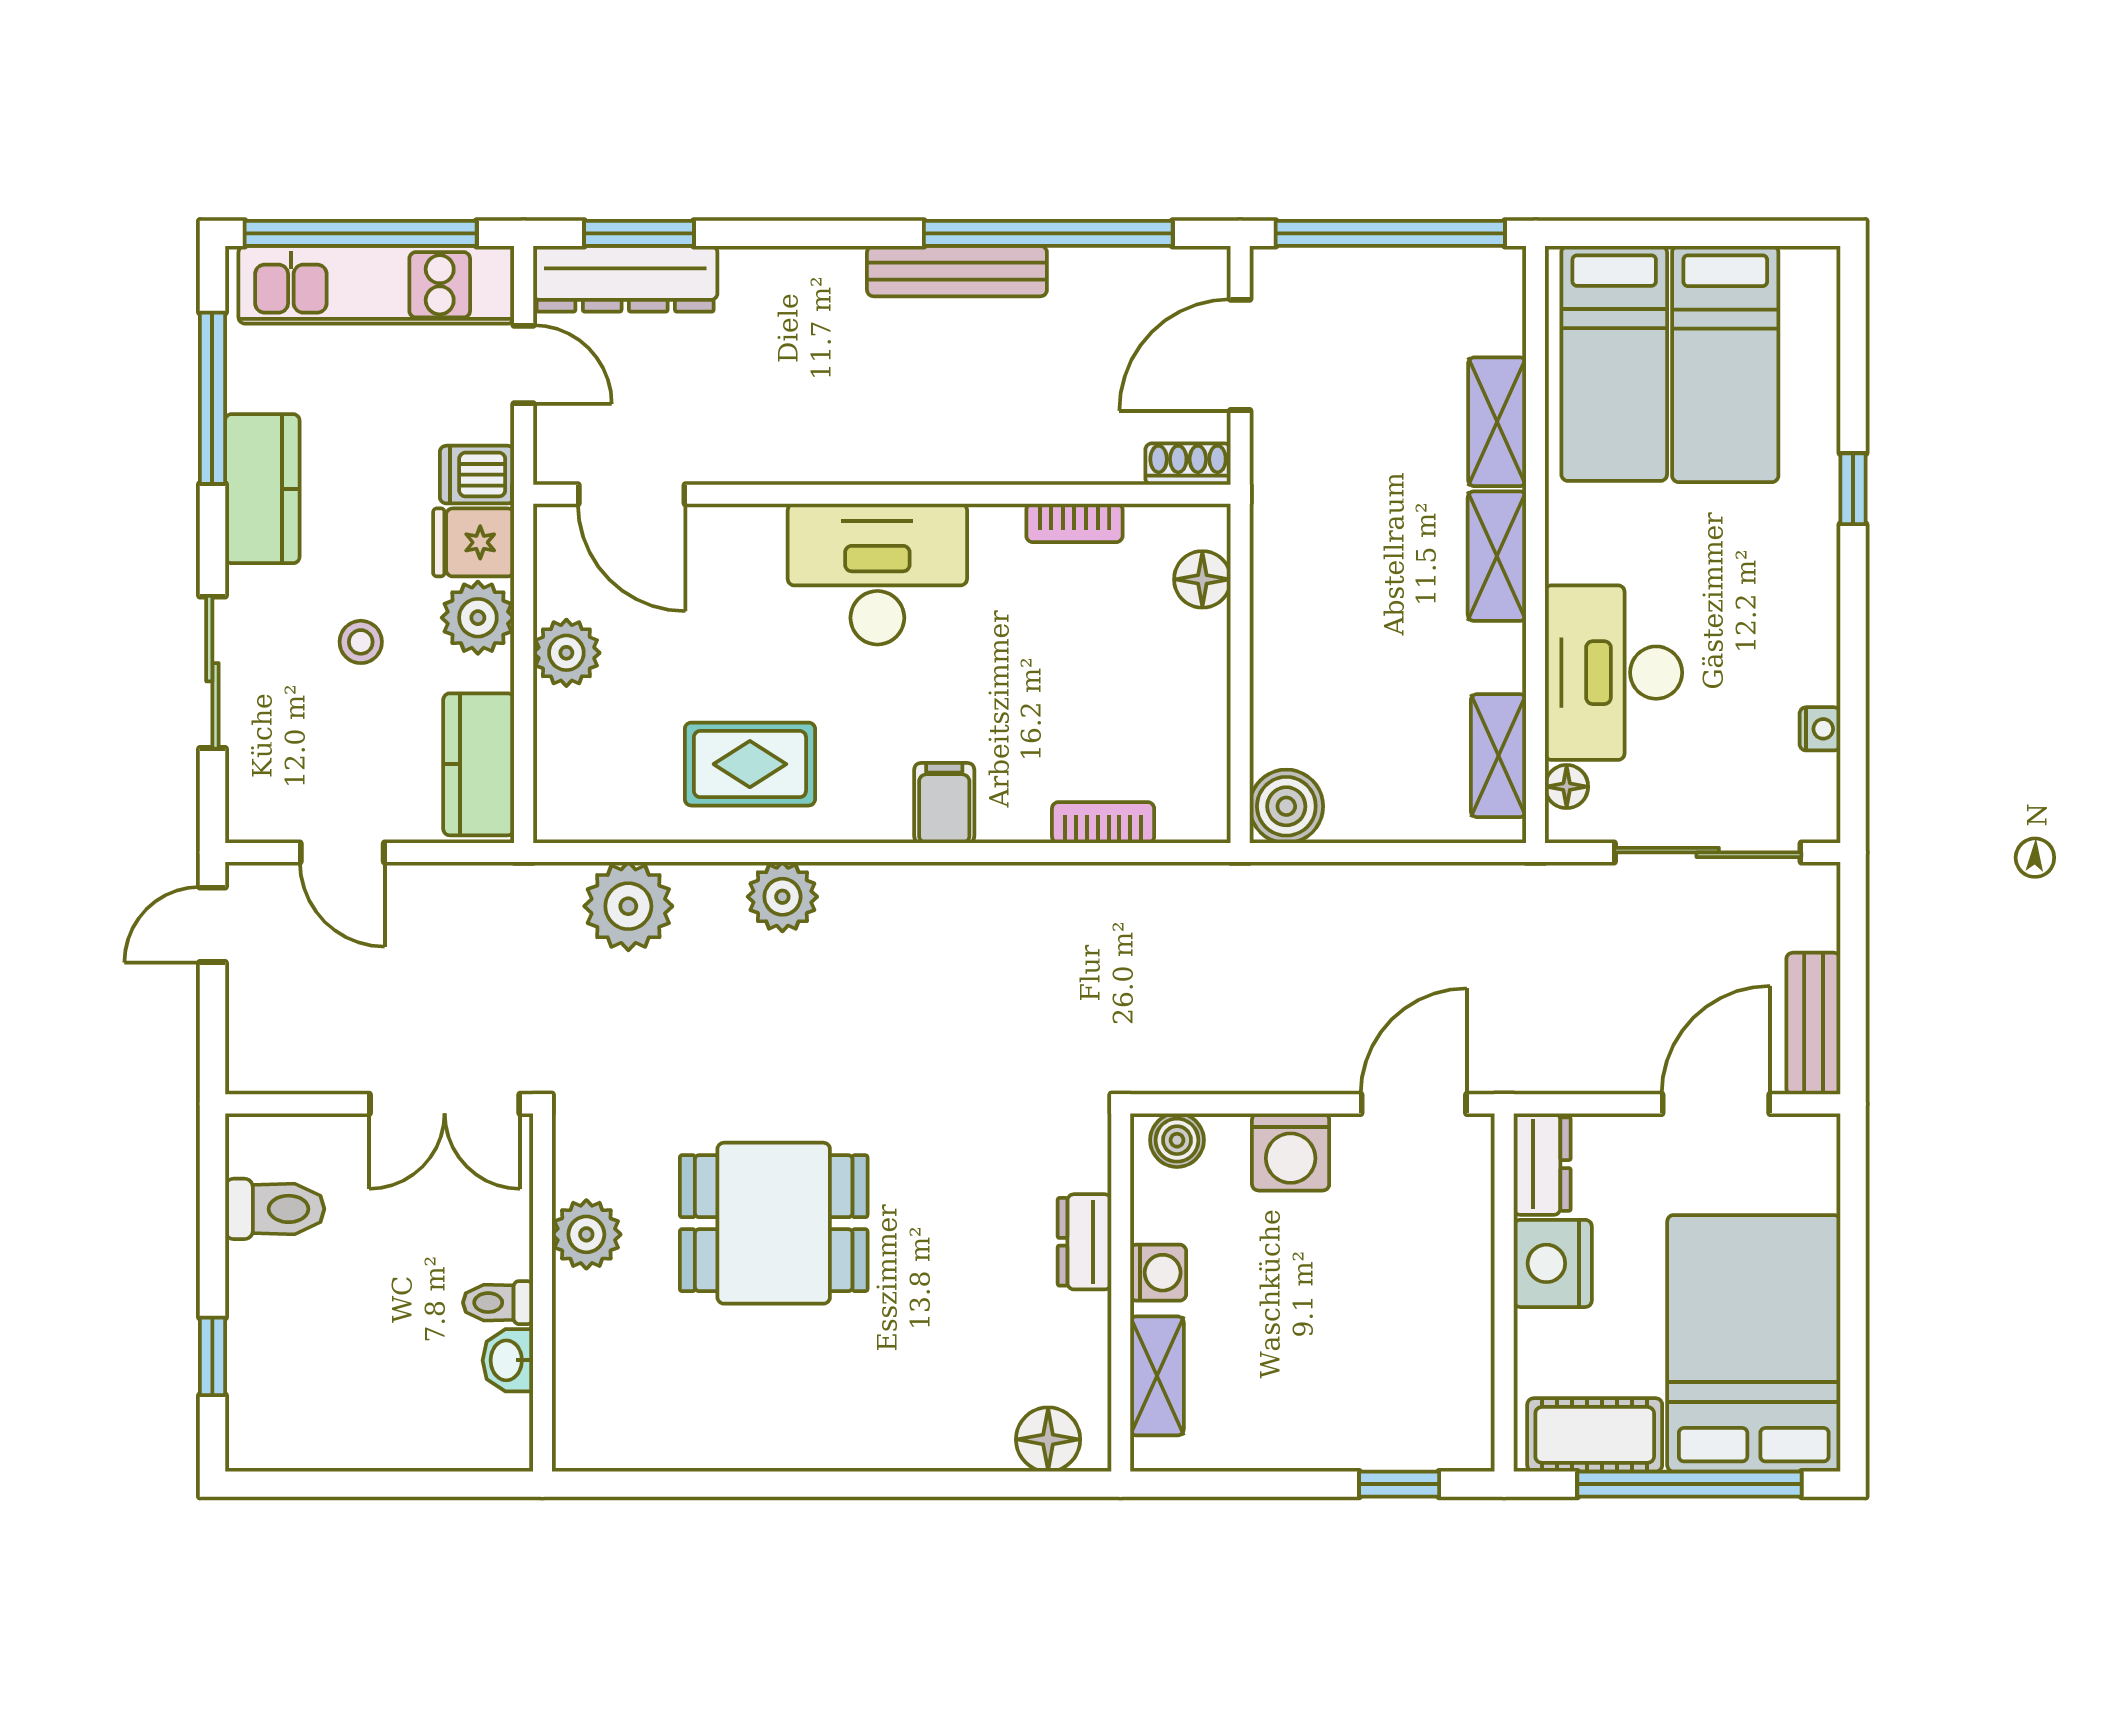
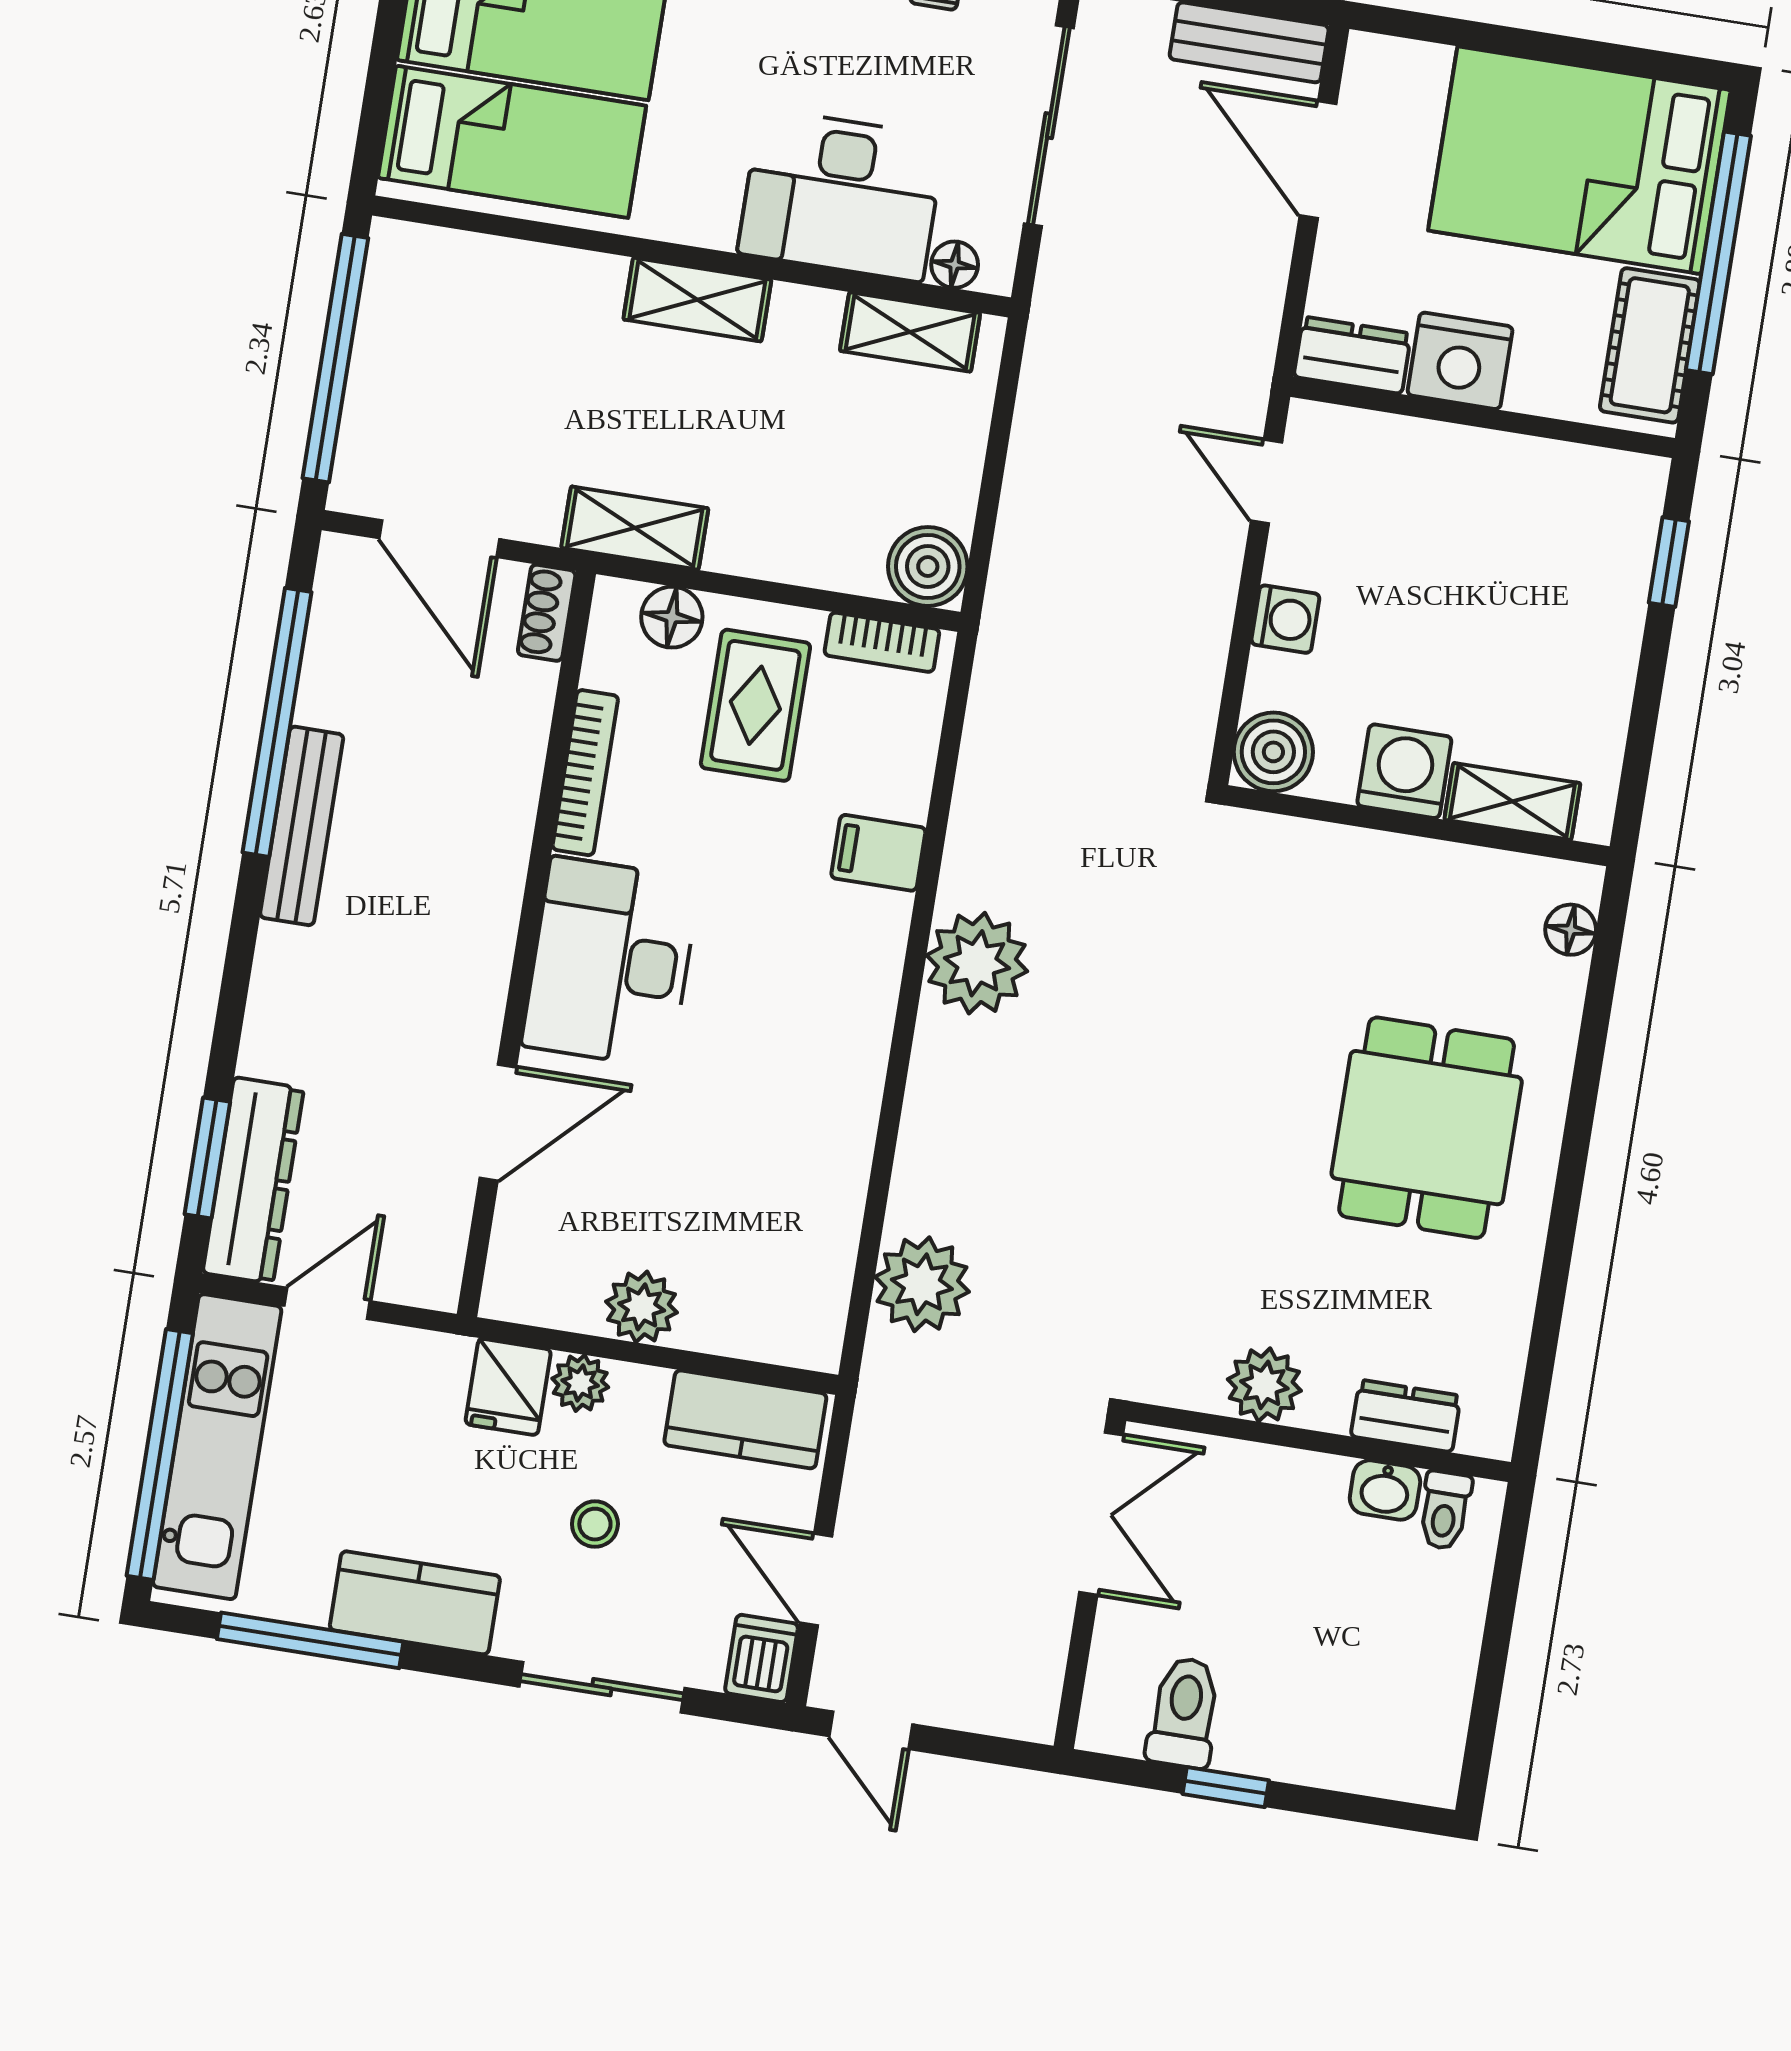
shelving: (1497, 422) -> (635, 528), moved
dishwasher: (477, 475) -> (762, 1658), moved, turned 180
door: (632, 494) -> (498, 1122), moved
bookcase: (1074, 523) -> (585, 773), width x1.56
plant: (478, 618) -> (580, 1383), width x0.73, depth x0.73
rug: (750, 764) -> (755, 705), moved
filing cabinet: (944, 803) -> (878, 853), moved
bookcase: (1103, 823) -> (882, 642), moved, turned -90
door: (342, 852) -> (816, 1580), swing flipped
plant: (782, 897) -> (977, 963), moved, width x1.36, depth x1.36
door: (1414, 1104) -> (1266, 482), width x0.73
boiler: (1177, 1140) -> (1273, 752), width x1.36, depth x1.36
washing machine: (1291, 1152) -> (1285, 619), width x0.73, depth x0.73
dining table: (774, 1223) -> (1427, 1128), moved
dresser: (1085, 1242) -> (1406, 1416), moved, turned 180
washing machine: (1158, 1273) -> (1404, 771), width x1.38, depth x1.38
toilet: (498, 1303) -> (1445, 1510), moved
window: (212, 1356) -> (1226, 1787), moved
floor lamp: (1048, 1439) -> (1571, 930), width x0.73, depth x0.73

